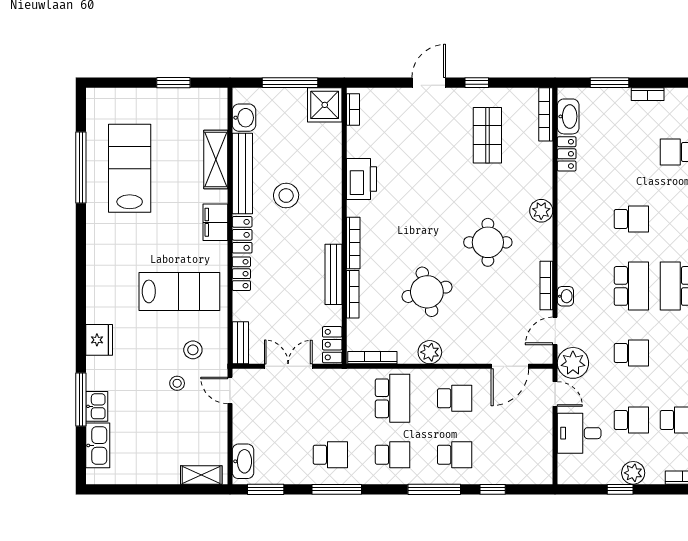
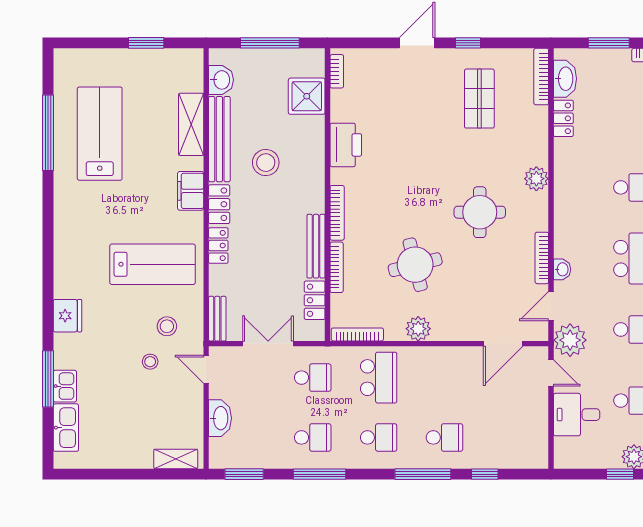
shower: (325, 105) -> (307, 96), moved
locker: (332, 345) -> (315, 300), moved
school desk: (455, 398) -> (313, 378), moved
washbasin: (243, 461) -> (220, 418), moved

